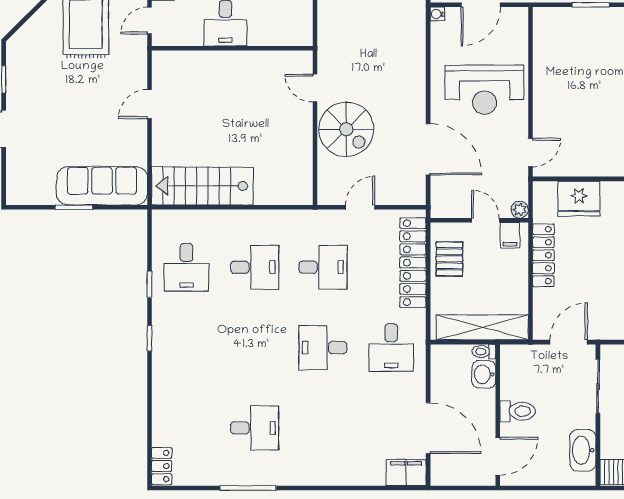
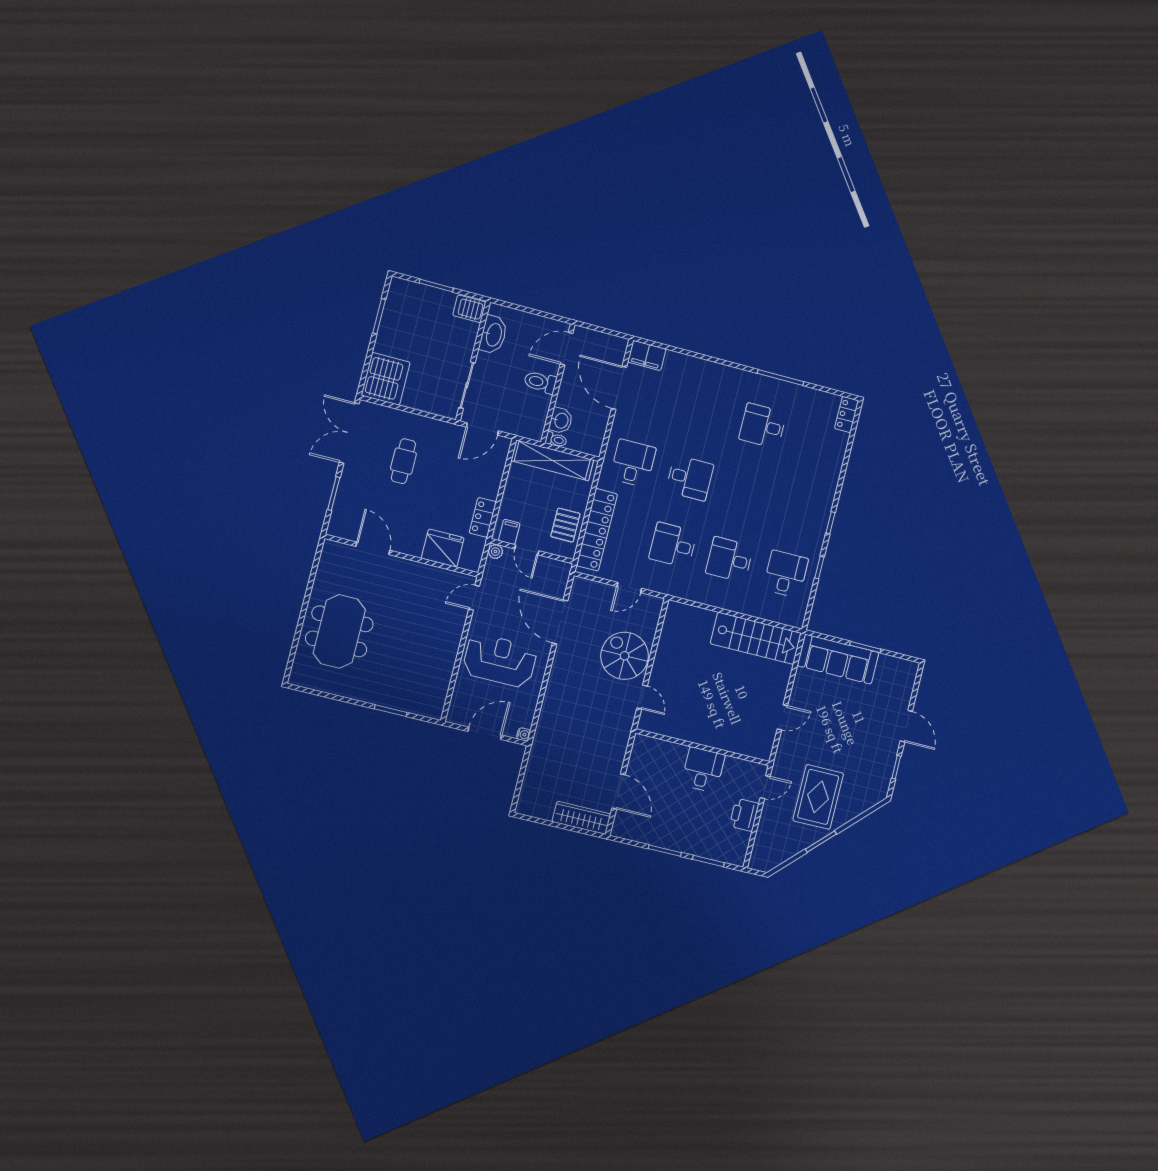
locker: (543, 255) -> (483, 517), width x0.66

